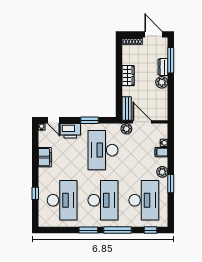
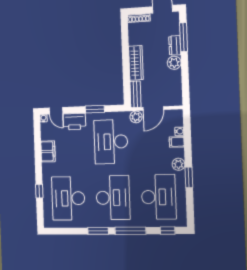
wardrobe: (128, 76) -> (136, 63), width x1.50
door: (142, 122) -> (153, 109), swing flipped
desk: (62, 200) -> (68, 198), turned 180

